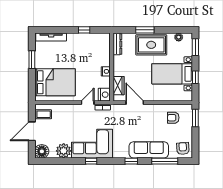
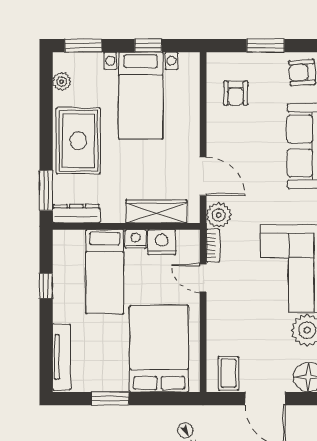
window: (145, 30) -> (46, 190), moved
bed: (91, 57) -> (105, 272), added
wardrobe: (119, 86) -> (156, 211), width x1.50
nightstand: (104, 95) -> (162, 242), moved
door: (135, 103) -> (203, 176), swing flipped
plant: (117, 110) -> (219, 215), added
window: (195, 118) -> (265, 46), moved

